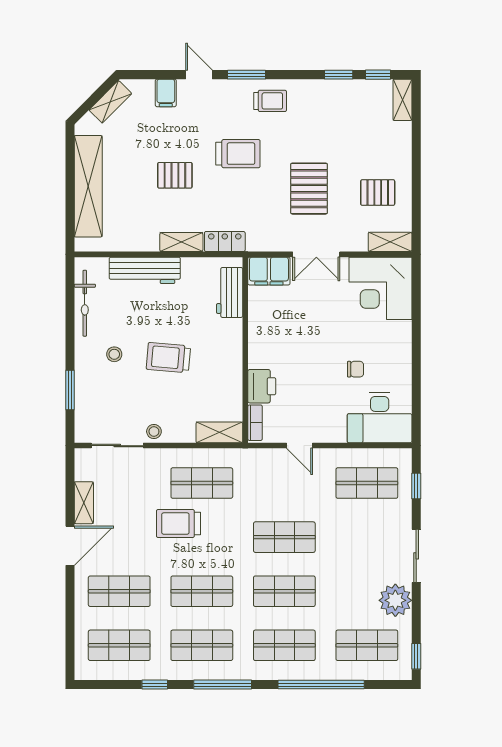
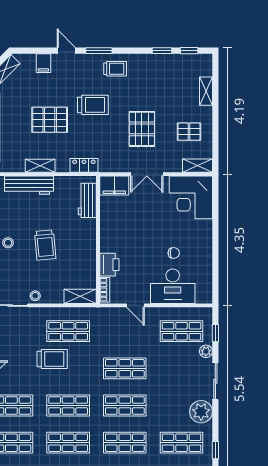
shelving: (402, 100) -> (206, 91), moved
pallet: (175, 175) -> (50, 120), width x1.50, depth x1.42
shelving: (181, 242) -> (40, 166), moved
trolley: (168, 358) -> (45, 245), turned -100
desk: (380, 418) -> (173, 286), moved
plant: (402, 512) -> (206, 351), added
trolley: (178, 524) -> (52, 359), turned 180

